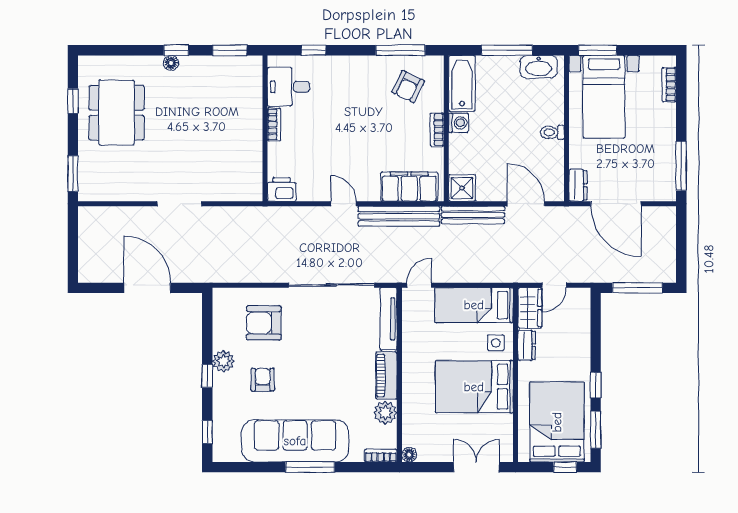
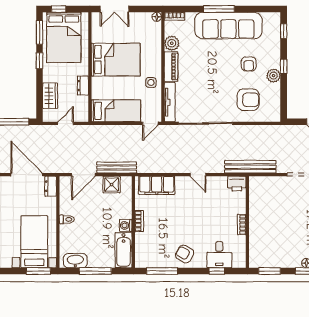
desk: (288, 87) -> (219, 255), moved, turned 90
armchair: (408, 87) -> (185, 254), moved, turned -86
shower: (462, 188) -> (112, 185), moved
door: (526, 204) -> (83, 175), hinge flipped
bench: (399, 216) -> (250, 167), moved
wardrobe: (530, 308) -> (50, 96), moved, turned 180
side table: (496, 343) -> (151, 82), moved

